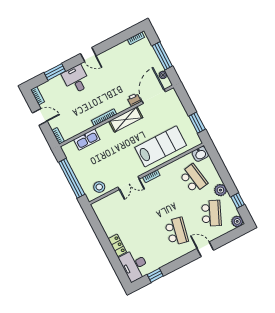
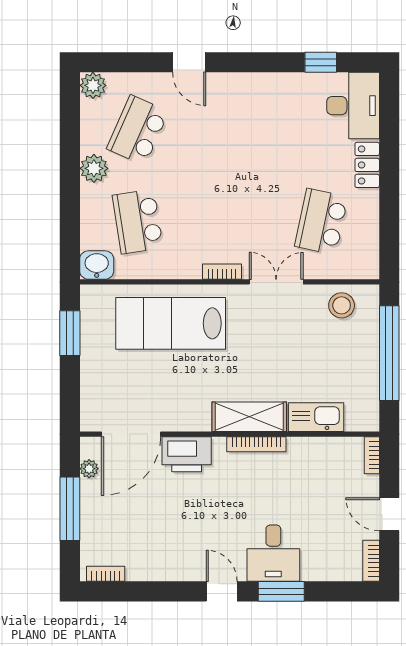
window: (55, 72) -> (281, 591), moved
printer: (134, 100) -> (187, 454), width x1.87, depth x1.48
shelving: (126, 119) -> (249, 417), moved
window: (238, 201) -> (70, 128), removed
school desk: (176, 231) -> (321, 222), moved

